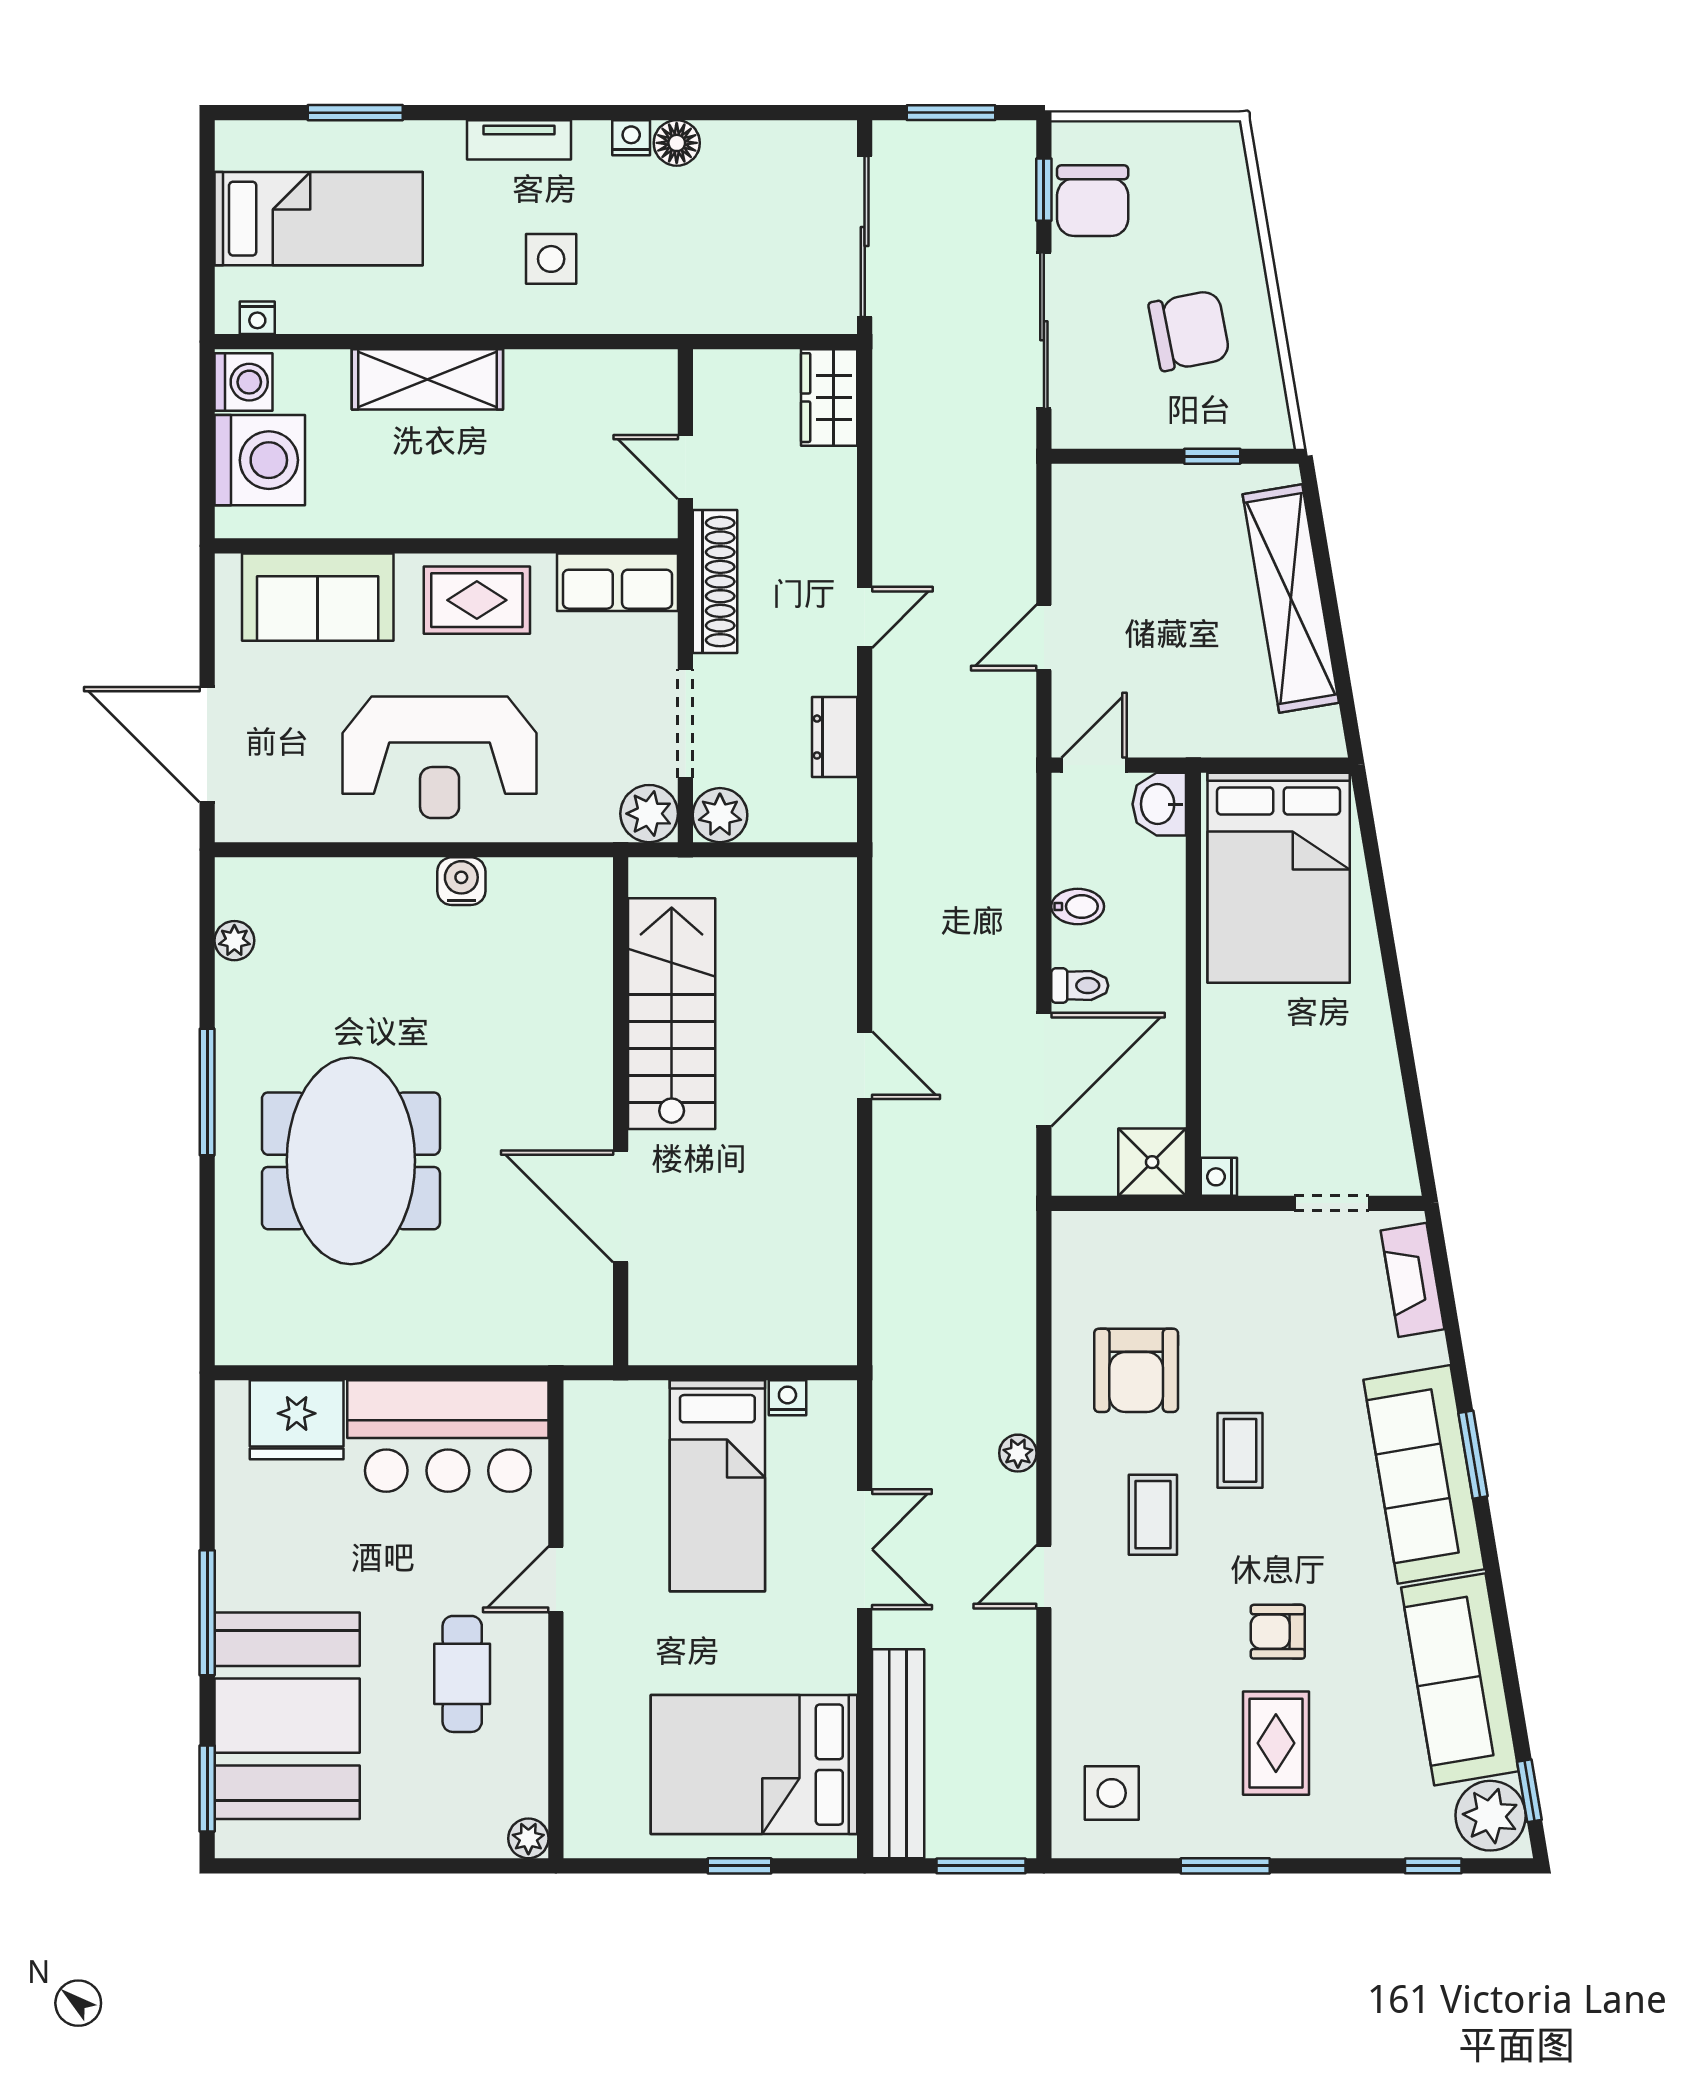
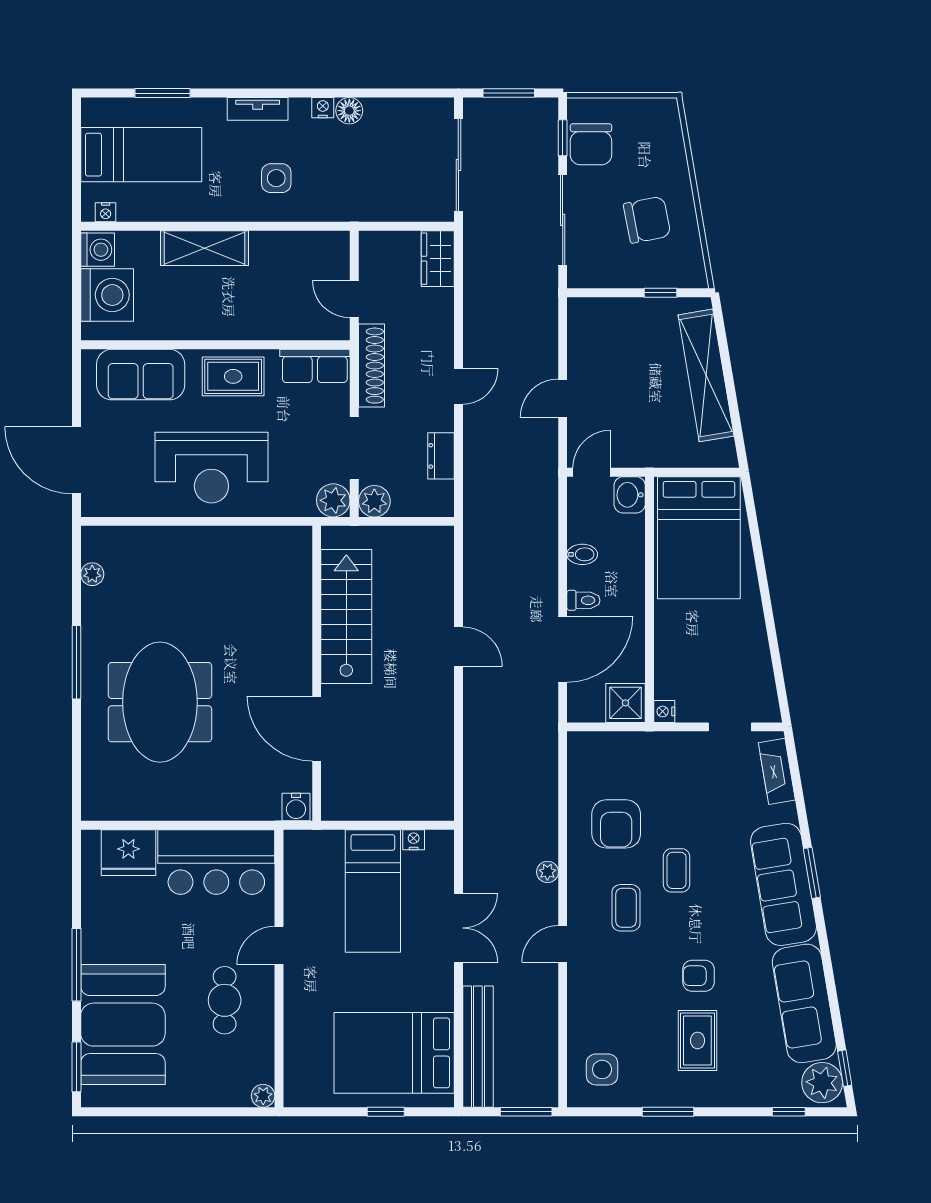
water cooler: (461, 881) -> (296, 807), moved, turned 180

